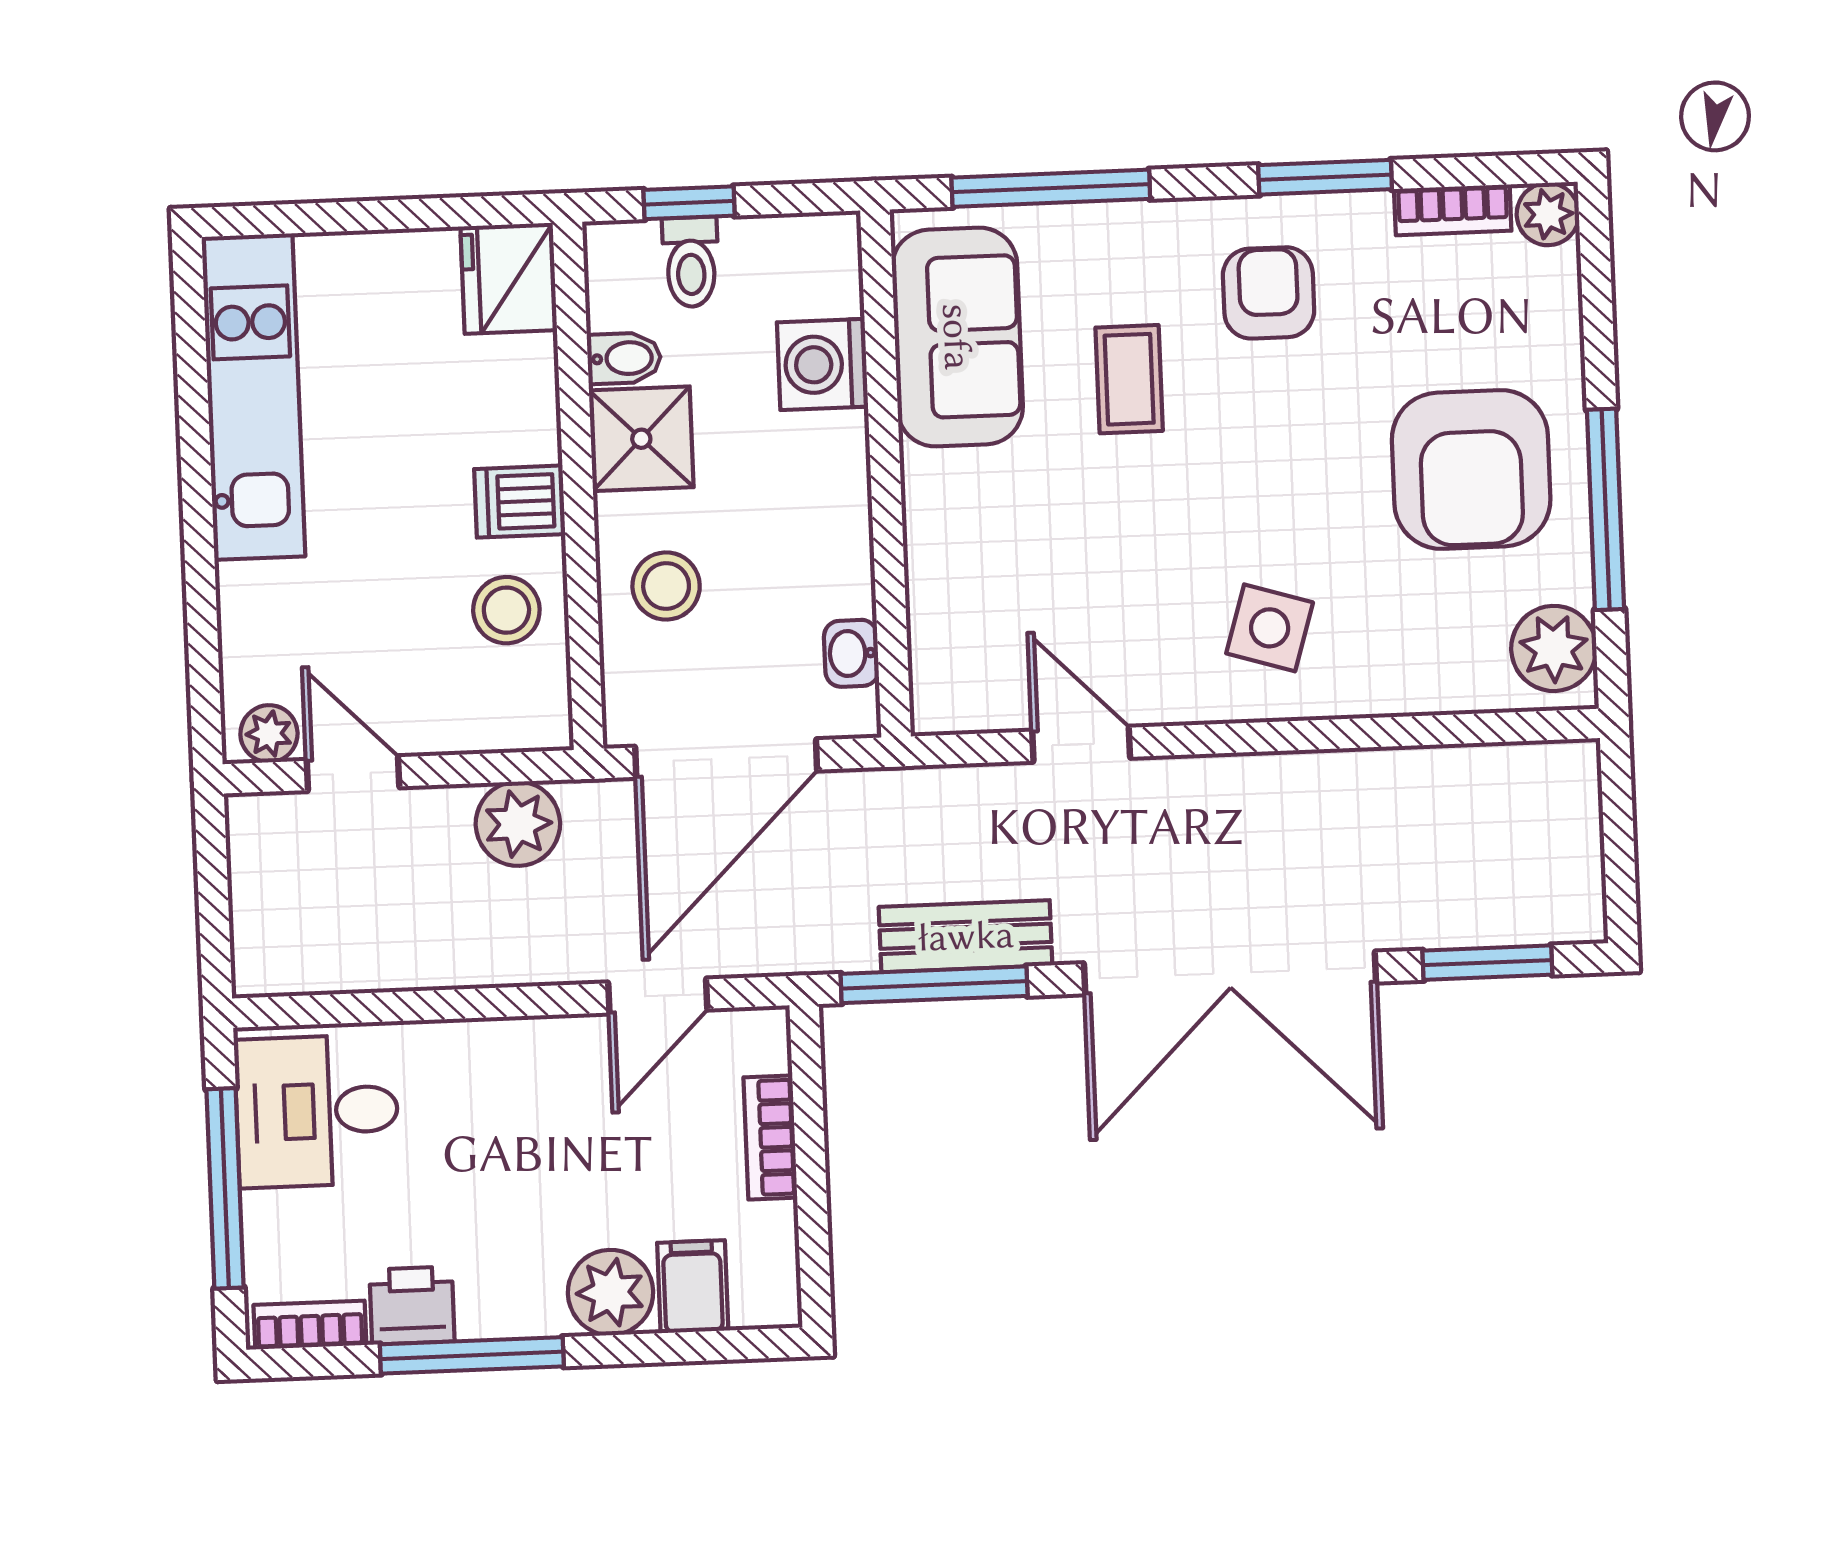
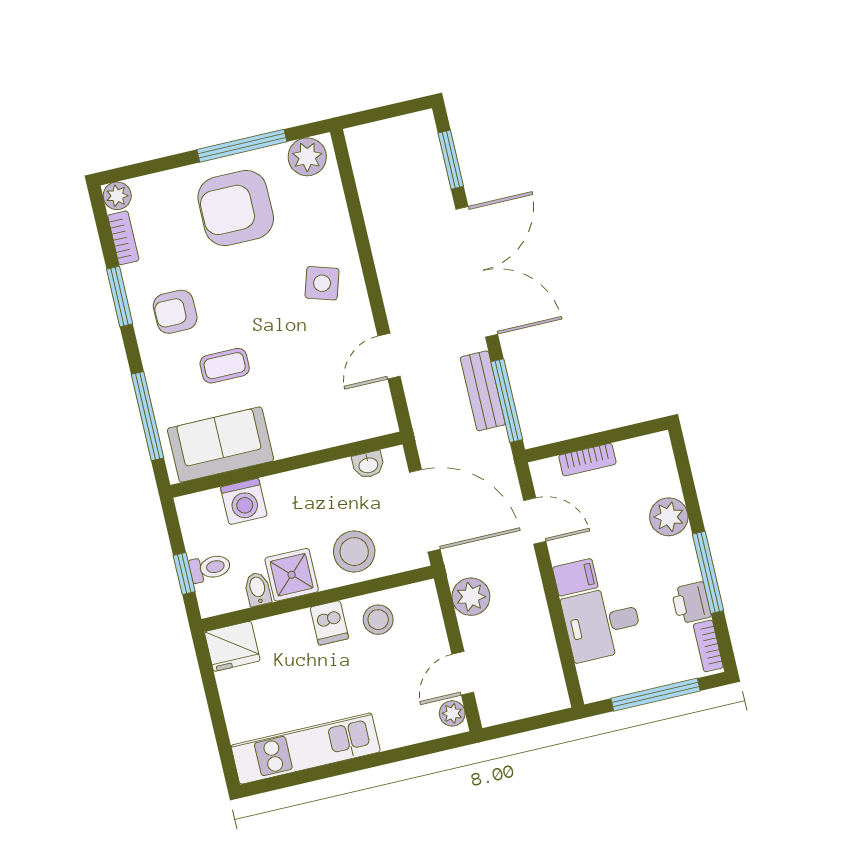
armchair: (1471, 469) -> (236, 208), turned 180
stool: (666, 586) -> (354, 552), width x1.38, depth x1.38
desk: (317, 1111) -> (602, 623), moved, turned 90
filing cabinet: (693, 1287) -> (575, 577), moved, turned 180

